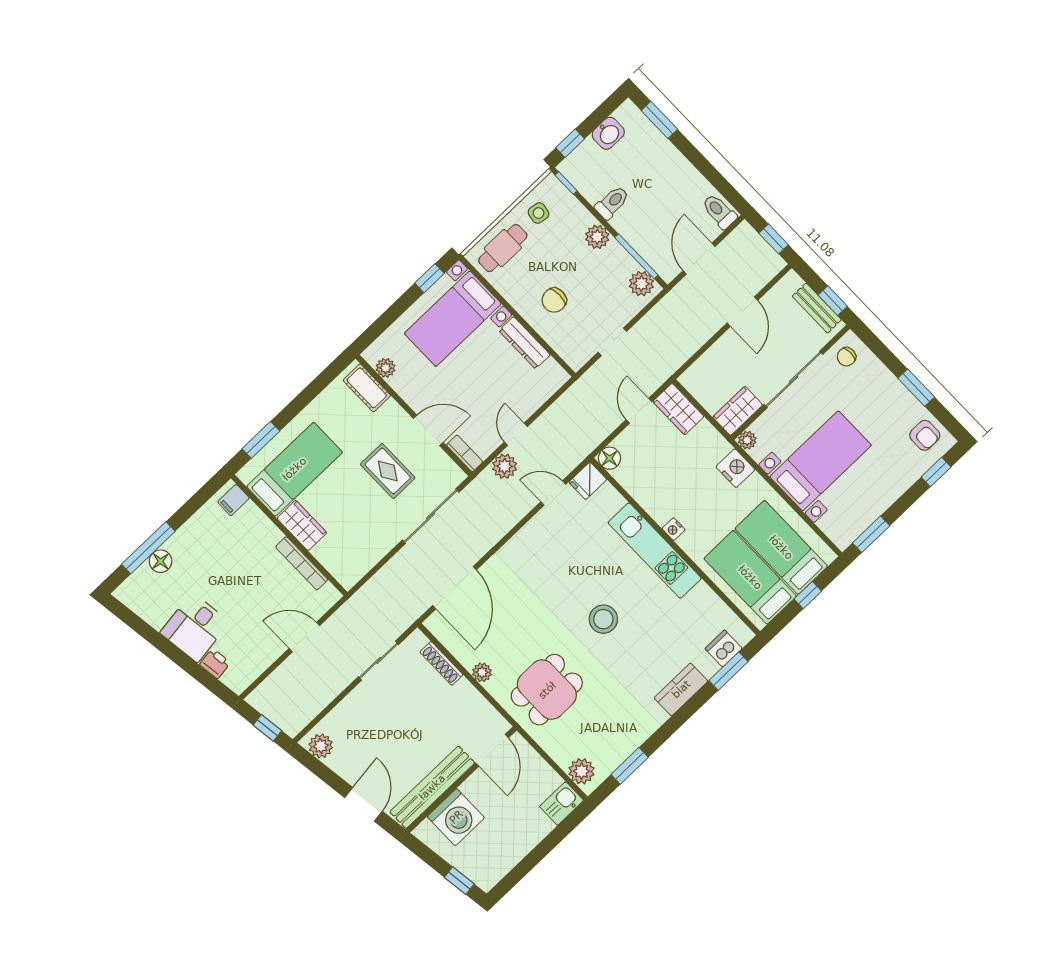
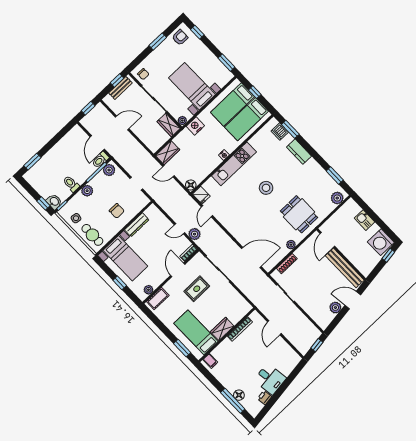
washbasin: (608, 133) -> (54, 202), moved
toilet: (719, 211) -> (100, 160), moved
door: (699, 259) -> (97, 143), hinge flipped
window: (430, 278) -> (120, 283), moved
printer: (215, 664) -> (265, 398), moved
plant: (321, 746) -> (335, 308), moved
door: (492, 750) -> (327, 240), swing flipped
kitchen sink: (561, 803) -> (364, 220), moved
washing machine: (456, 817) -> (381, 242), moved, turned 180

